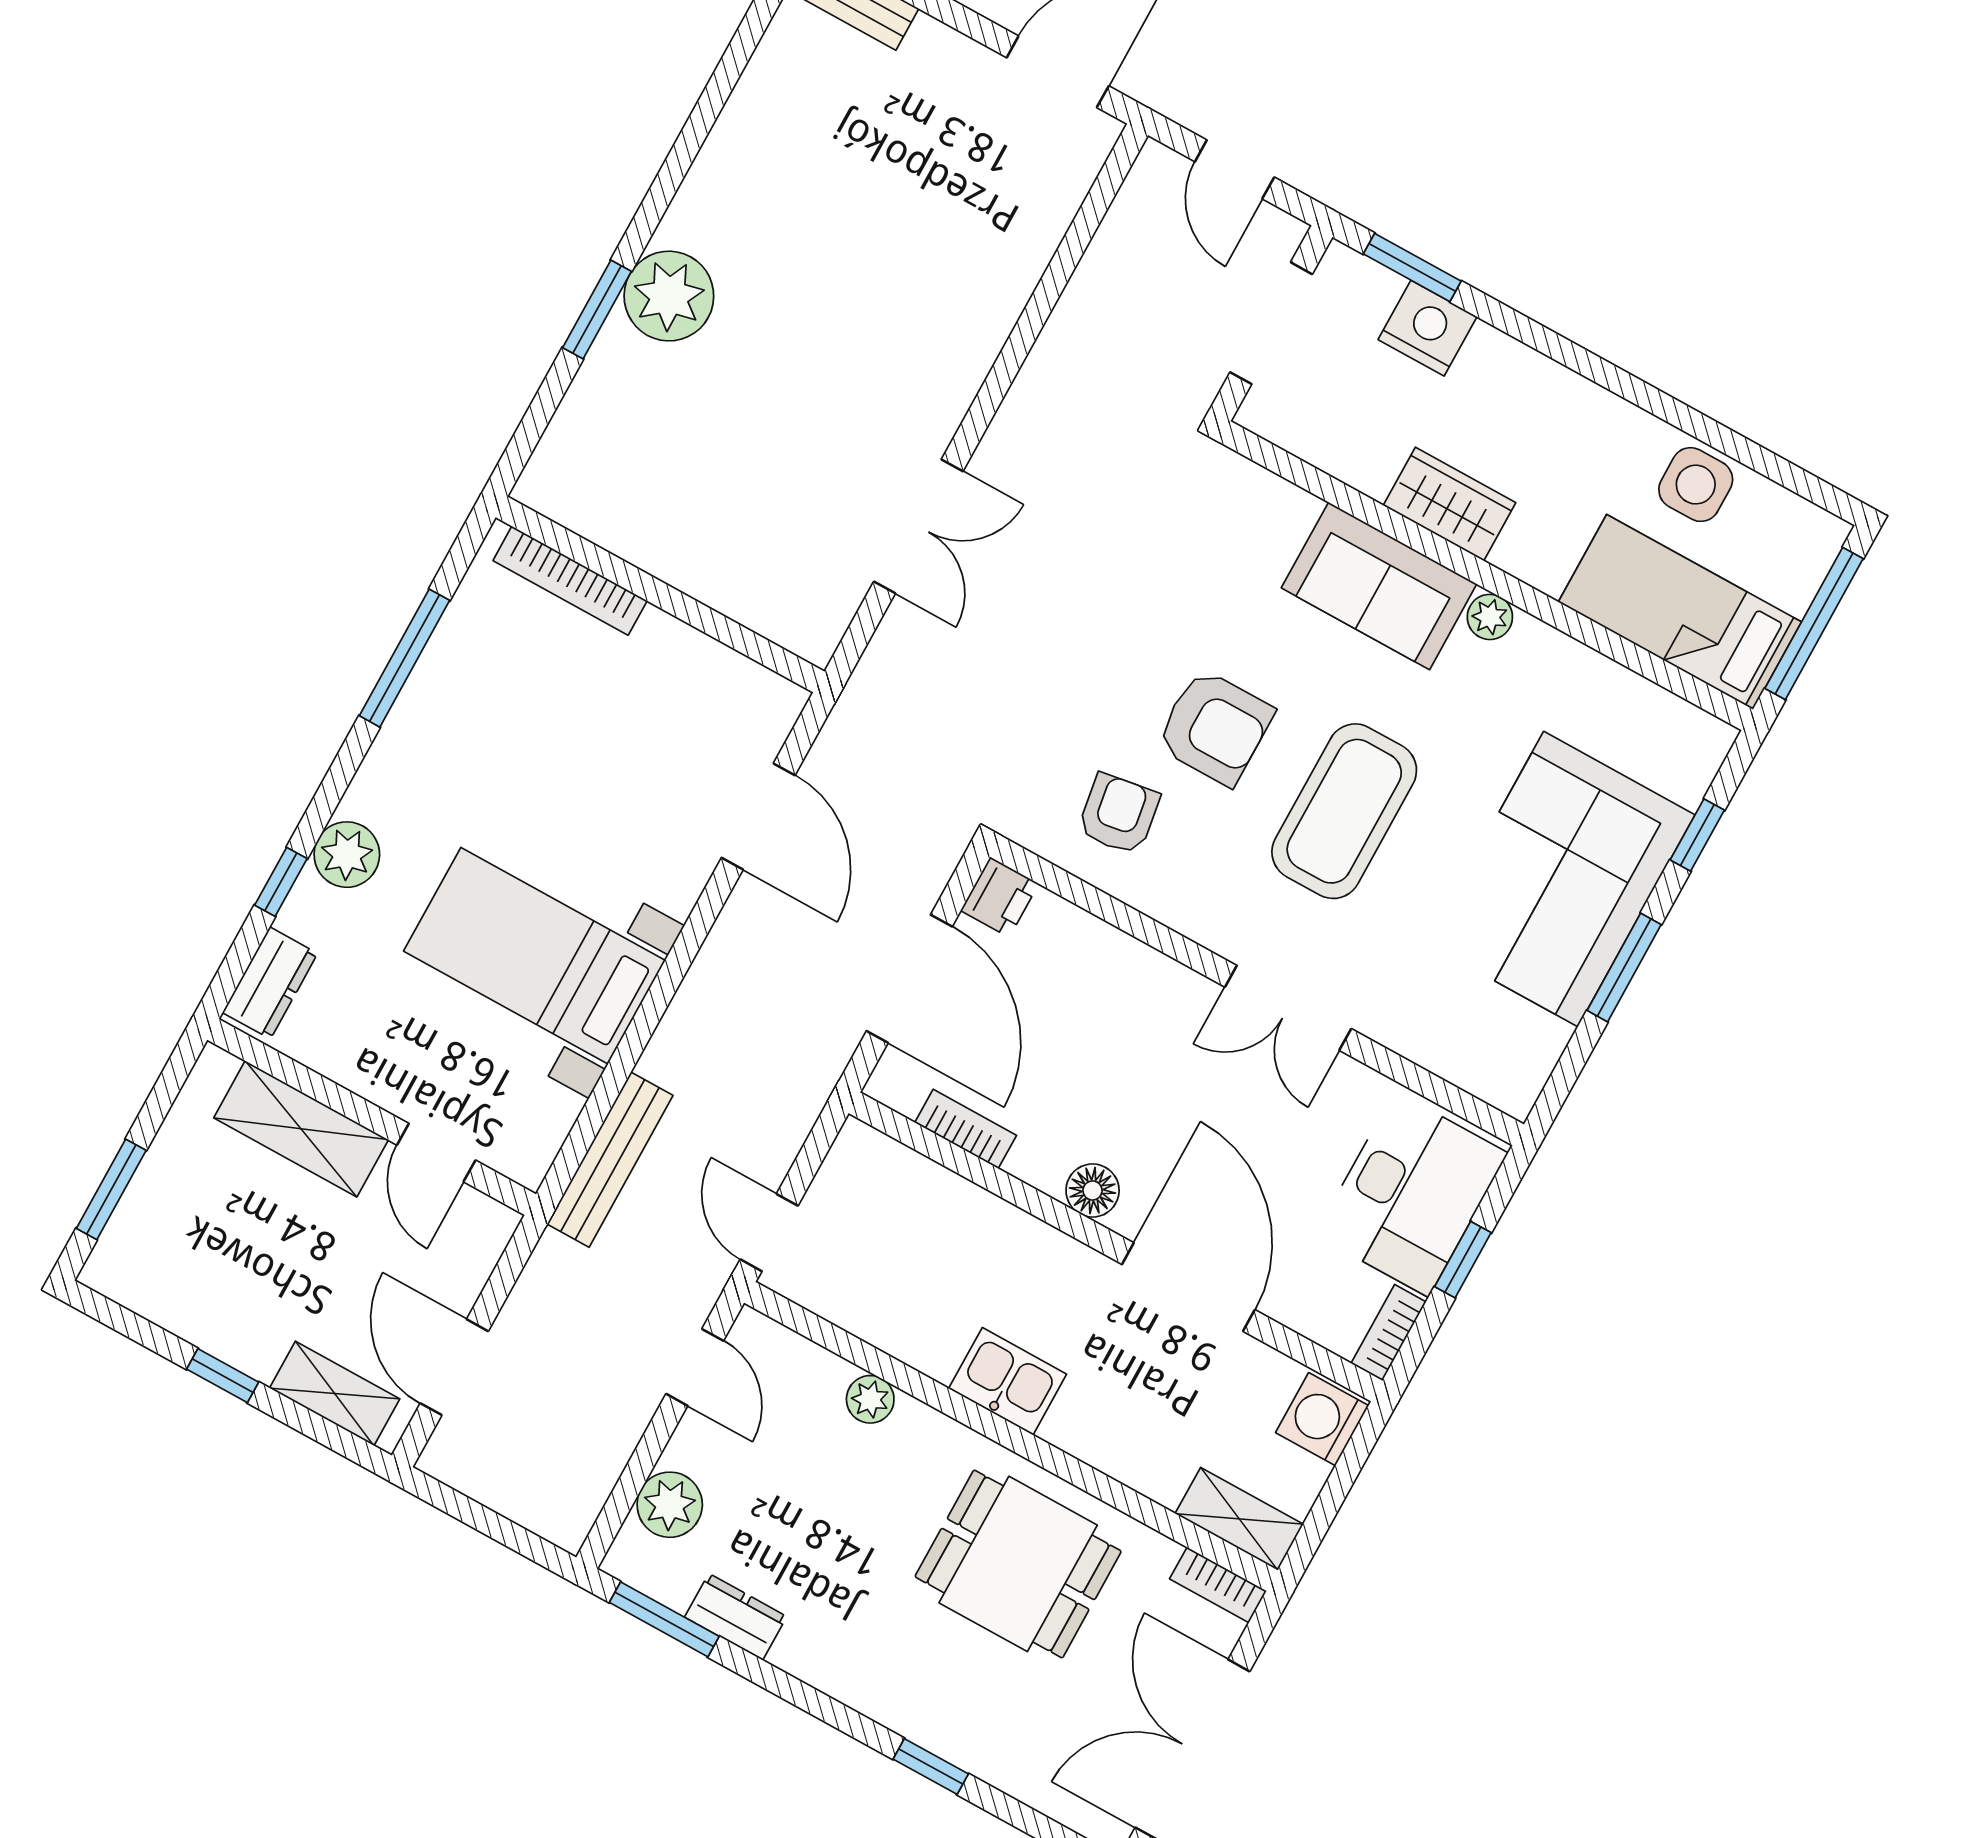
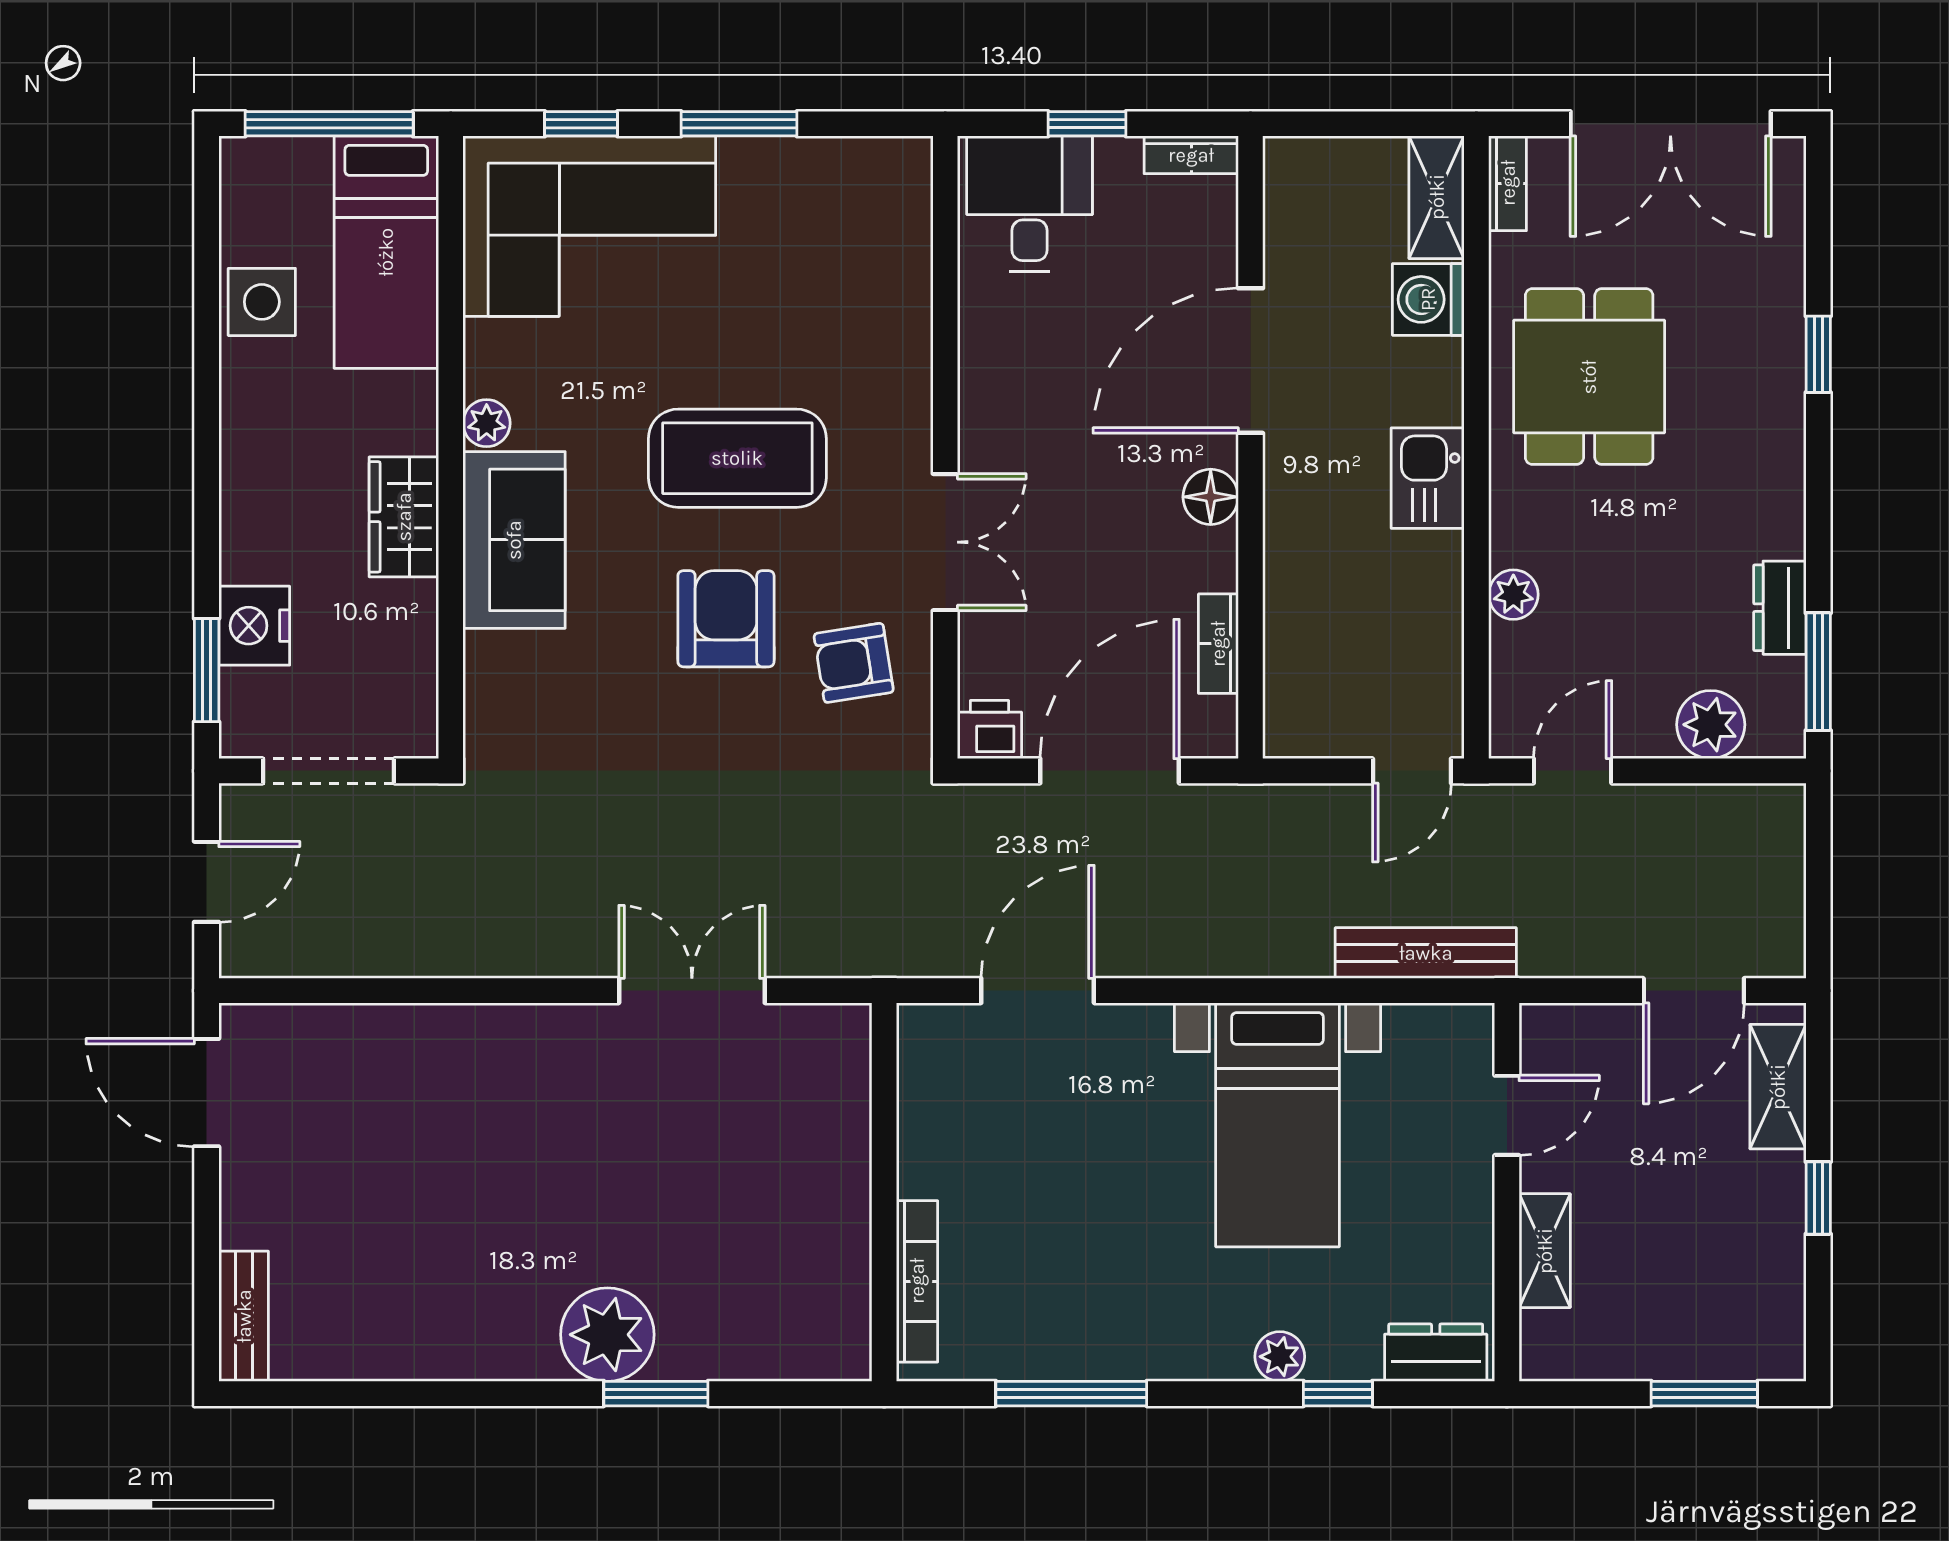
plant: (347, 855) -> (1280, 1357), width x0.73, depth x0.73
corner sofa: (1561, 879) -> (589, 226), moved
double door: (1288, 1008) -> (945, 542), moved
shelving: (301, 1129) -> (1545, 1251), width x0.67, depth x0.75
desk: (1412, 1194) -> (1030, 204), width x0.73
washing machine: (1322, 1419) -> (1428, 299), moved, turned 90

